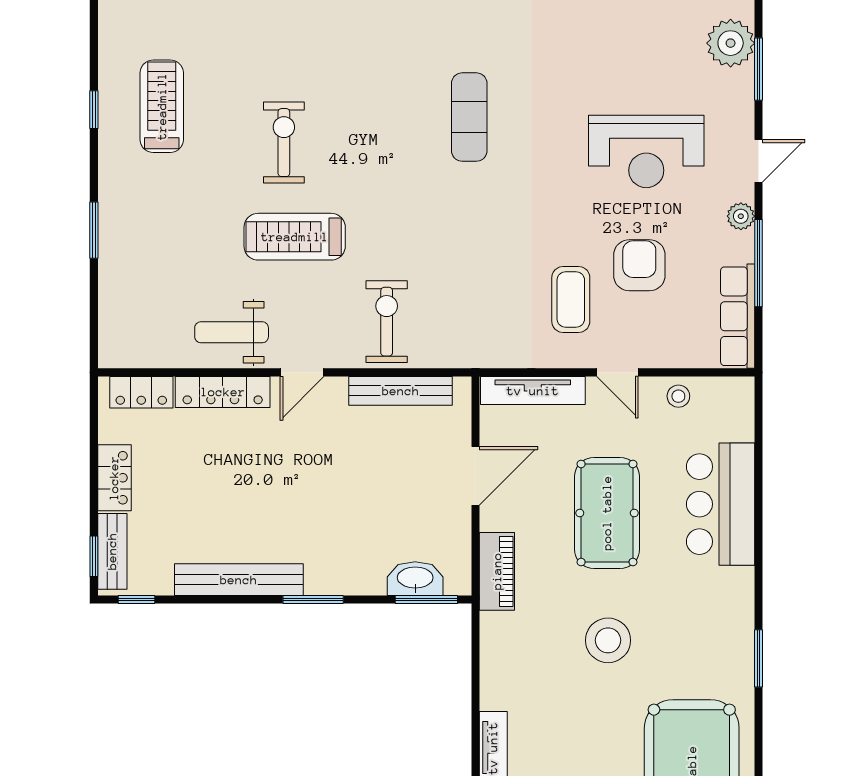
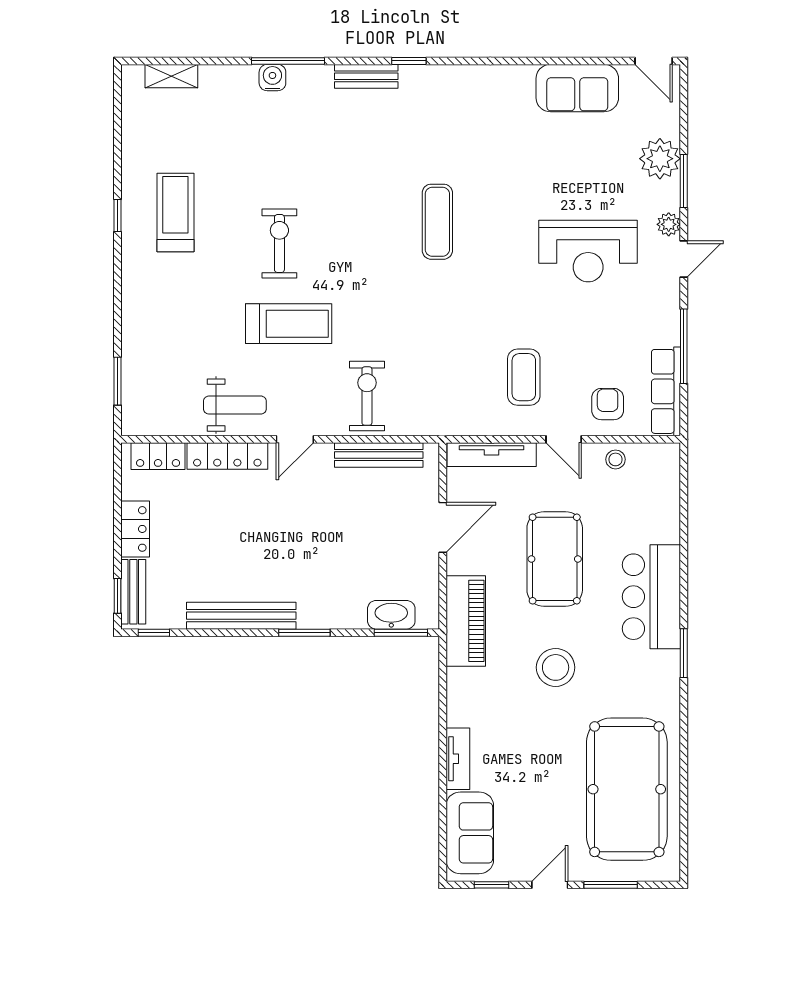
plant: (741, 216) -> (669, 224), moved
window: (94, 230) -> (118, 381), moved
treadmill: (295, 237) -> (289, 324), turned 180
armchair: (639, 265) -> (608, 404), moved, width x0.72, depth x0.72
weight bench: (232, 332) -> (235, 405), turned 180
bar counter: (721, 504) -> (651, 597), moved
piano: (497, 571) -> (466, 621), width x1.37, depth x1.33
window: (758, 658) -> (684, 653), moved

